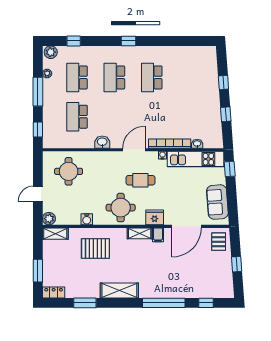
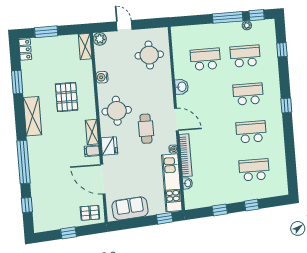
plant: (51, 52) -> (269, 27), removed
school desk: (189, 77) -> (254, 170), added
window: (38, 129) -> (257, 15), moved
pallet: (95, 248) -> (67, 97), moved

